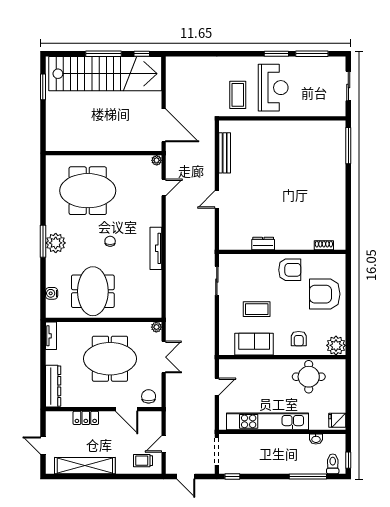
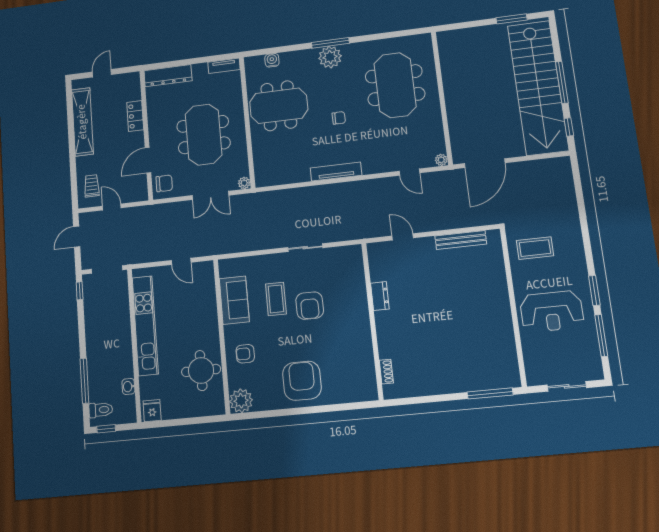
reception desk: (273, 88) -> (552, 311), moved
dresser: (263, 244) -> (380, 296), moved
shoe rack: (324, 245) -> (386, 372), moved
wall: (282, 252) -> (372, 321), moved
armchair: (290, 270) -> (310, 306), moved

